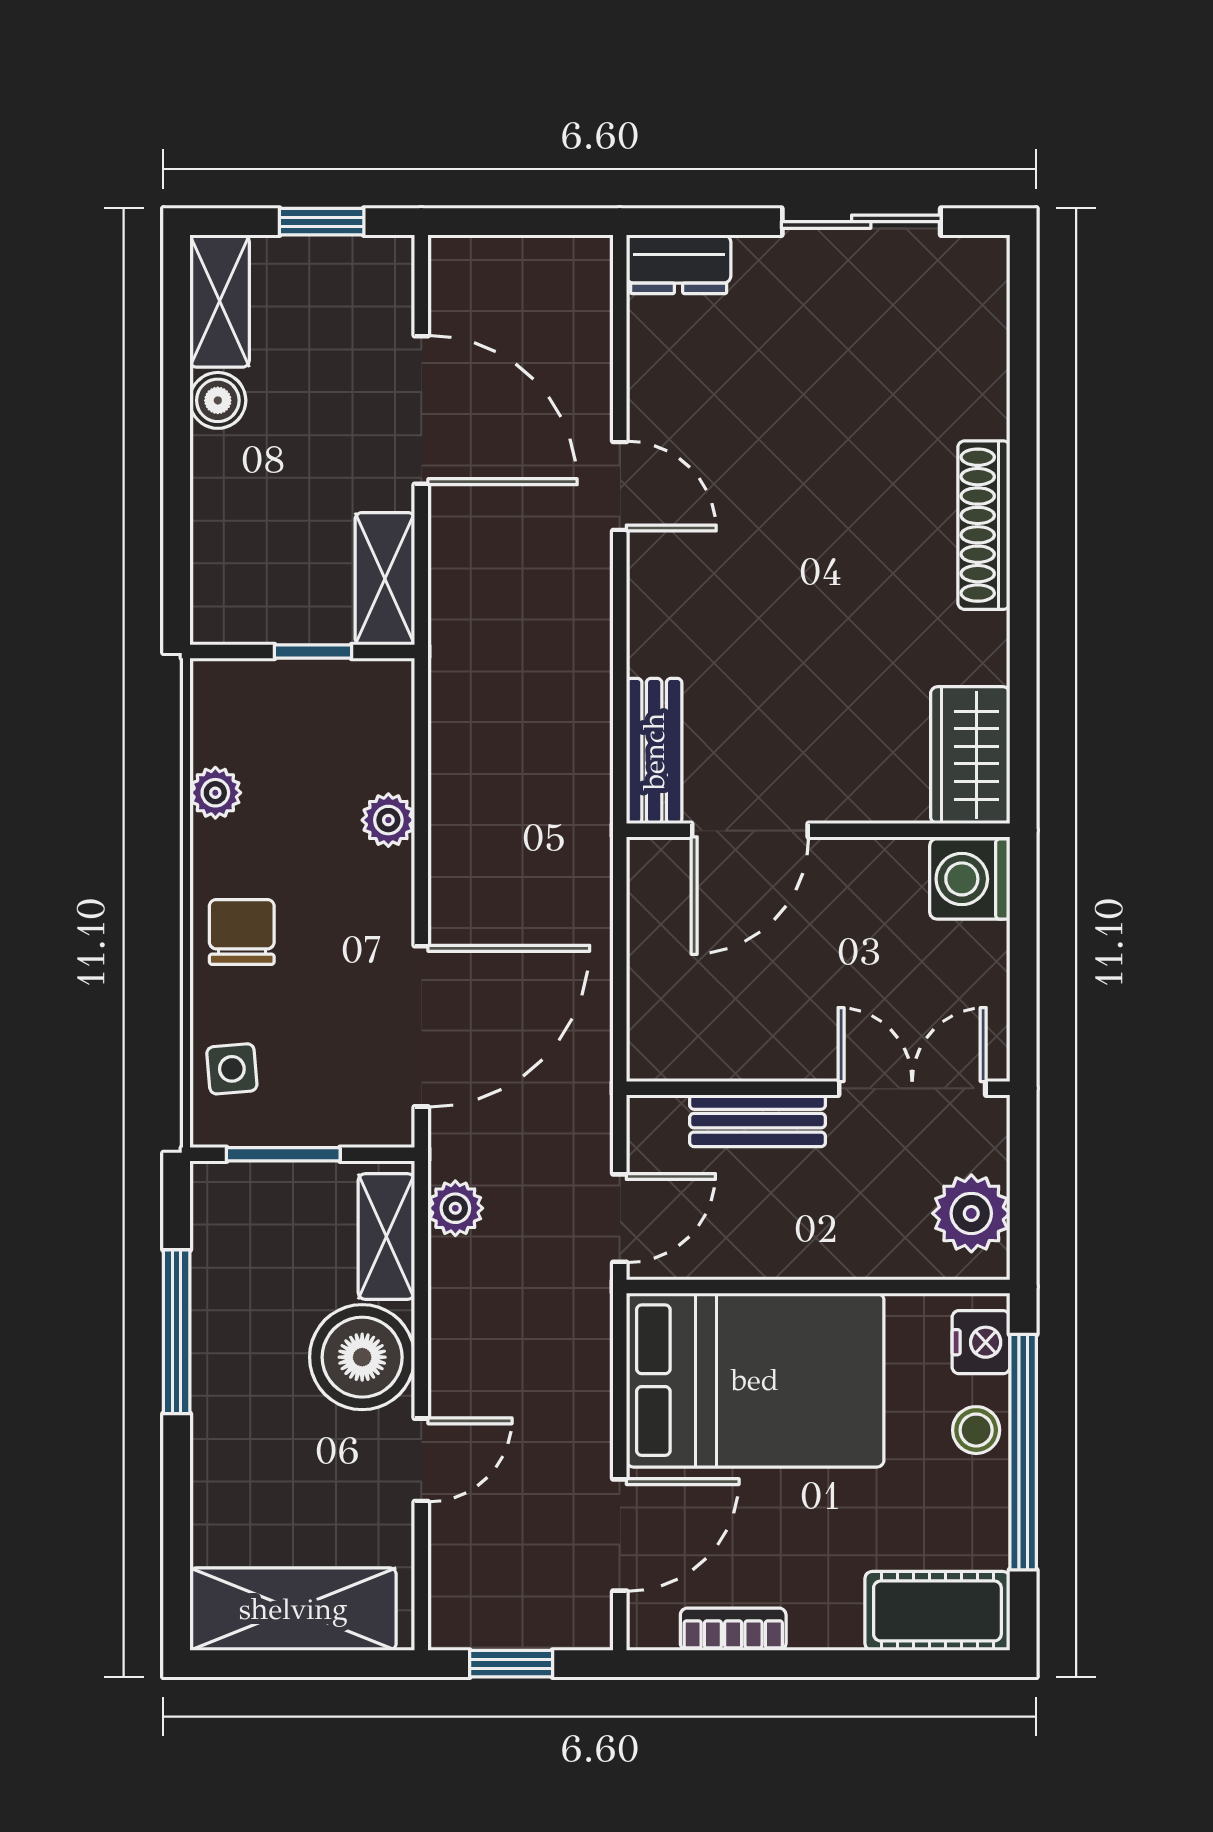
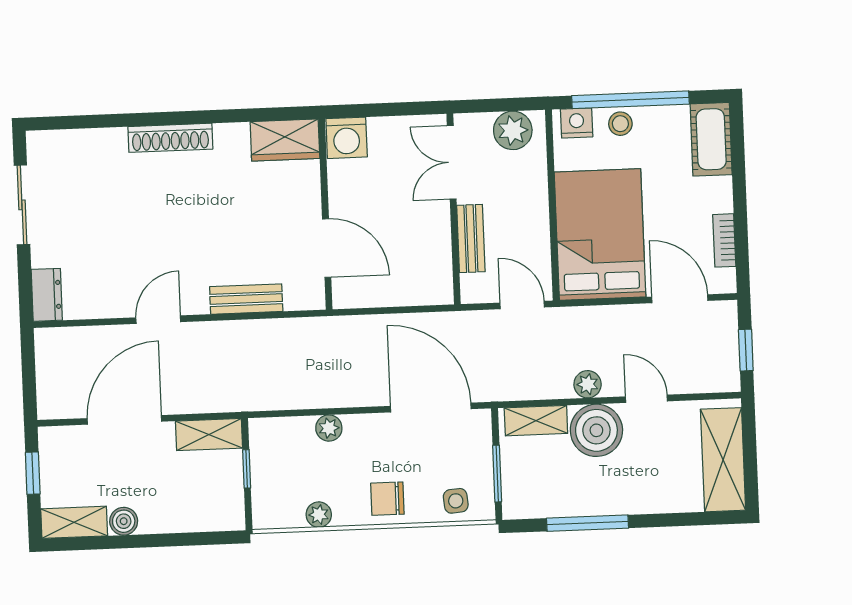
bench: (654, 751) -> (246, 299), moved
plant: (455, 1208) -> (588, 384), moved

